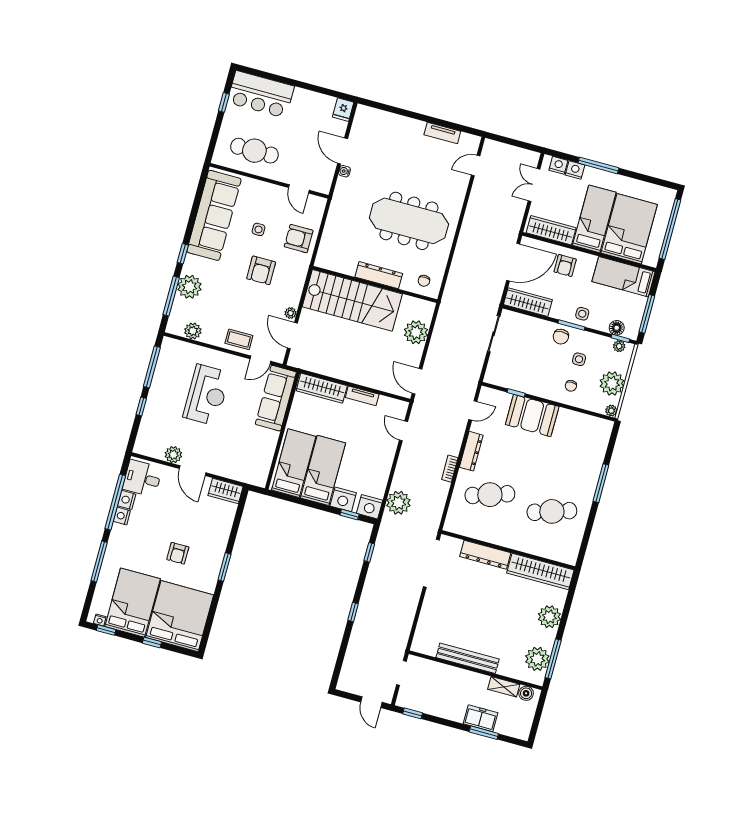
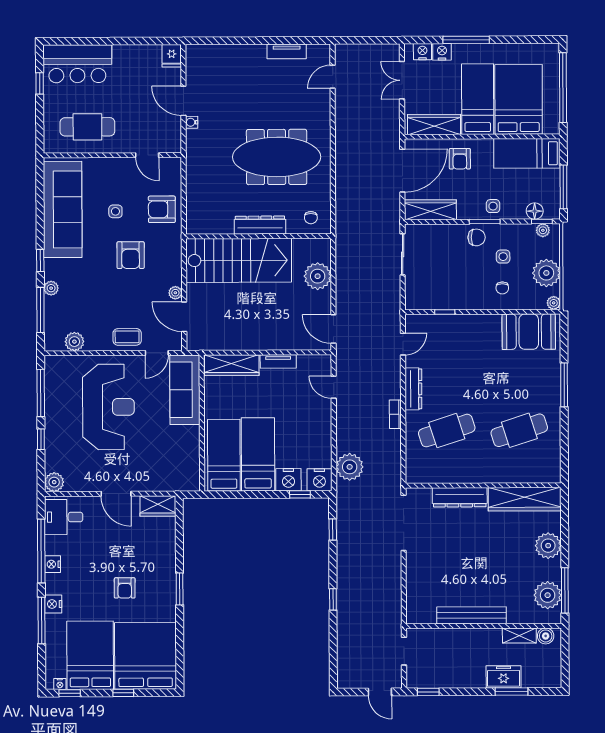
plant: (189, 287) -> (51, 288), width x0.53, depth x0.53
chair: (561, 337) -> (477, 237), turned -90
reception desk: (207, 395) -> (109, 407), width x1.36, depth x1.30
booth: (532, 416) -> (529, 332), moved
plant: (173, 455) -> (54, 482), moved
nightstand: (127, 500) -> (53, 604), moved

